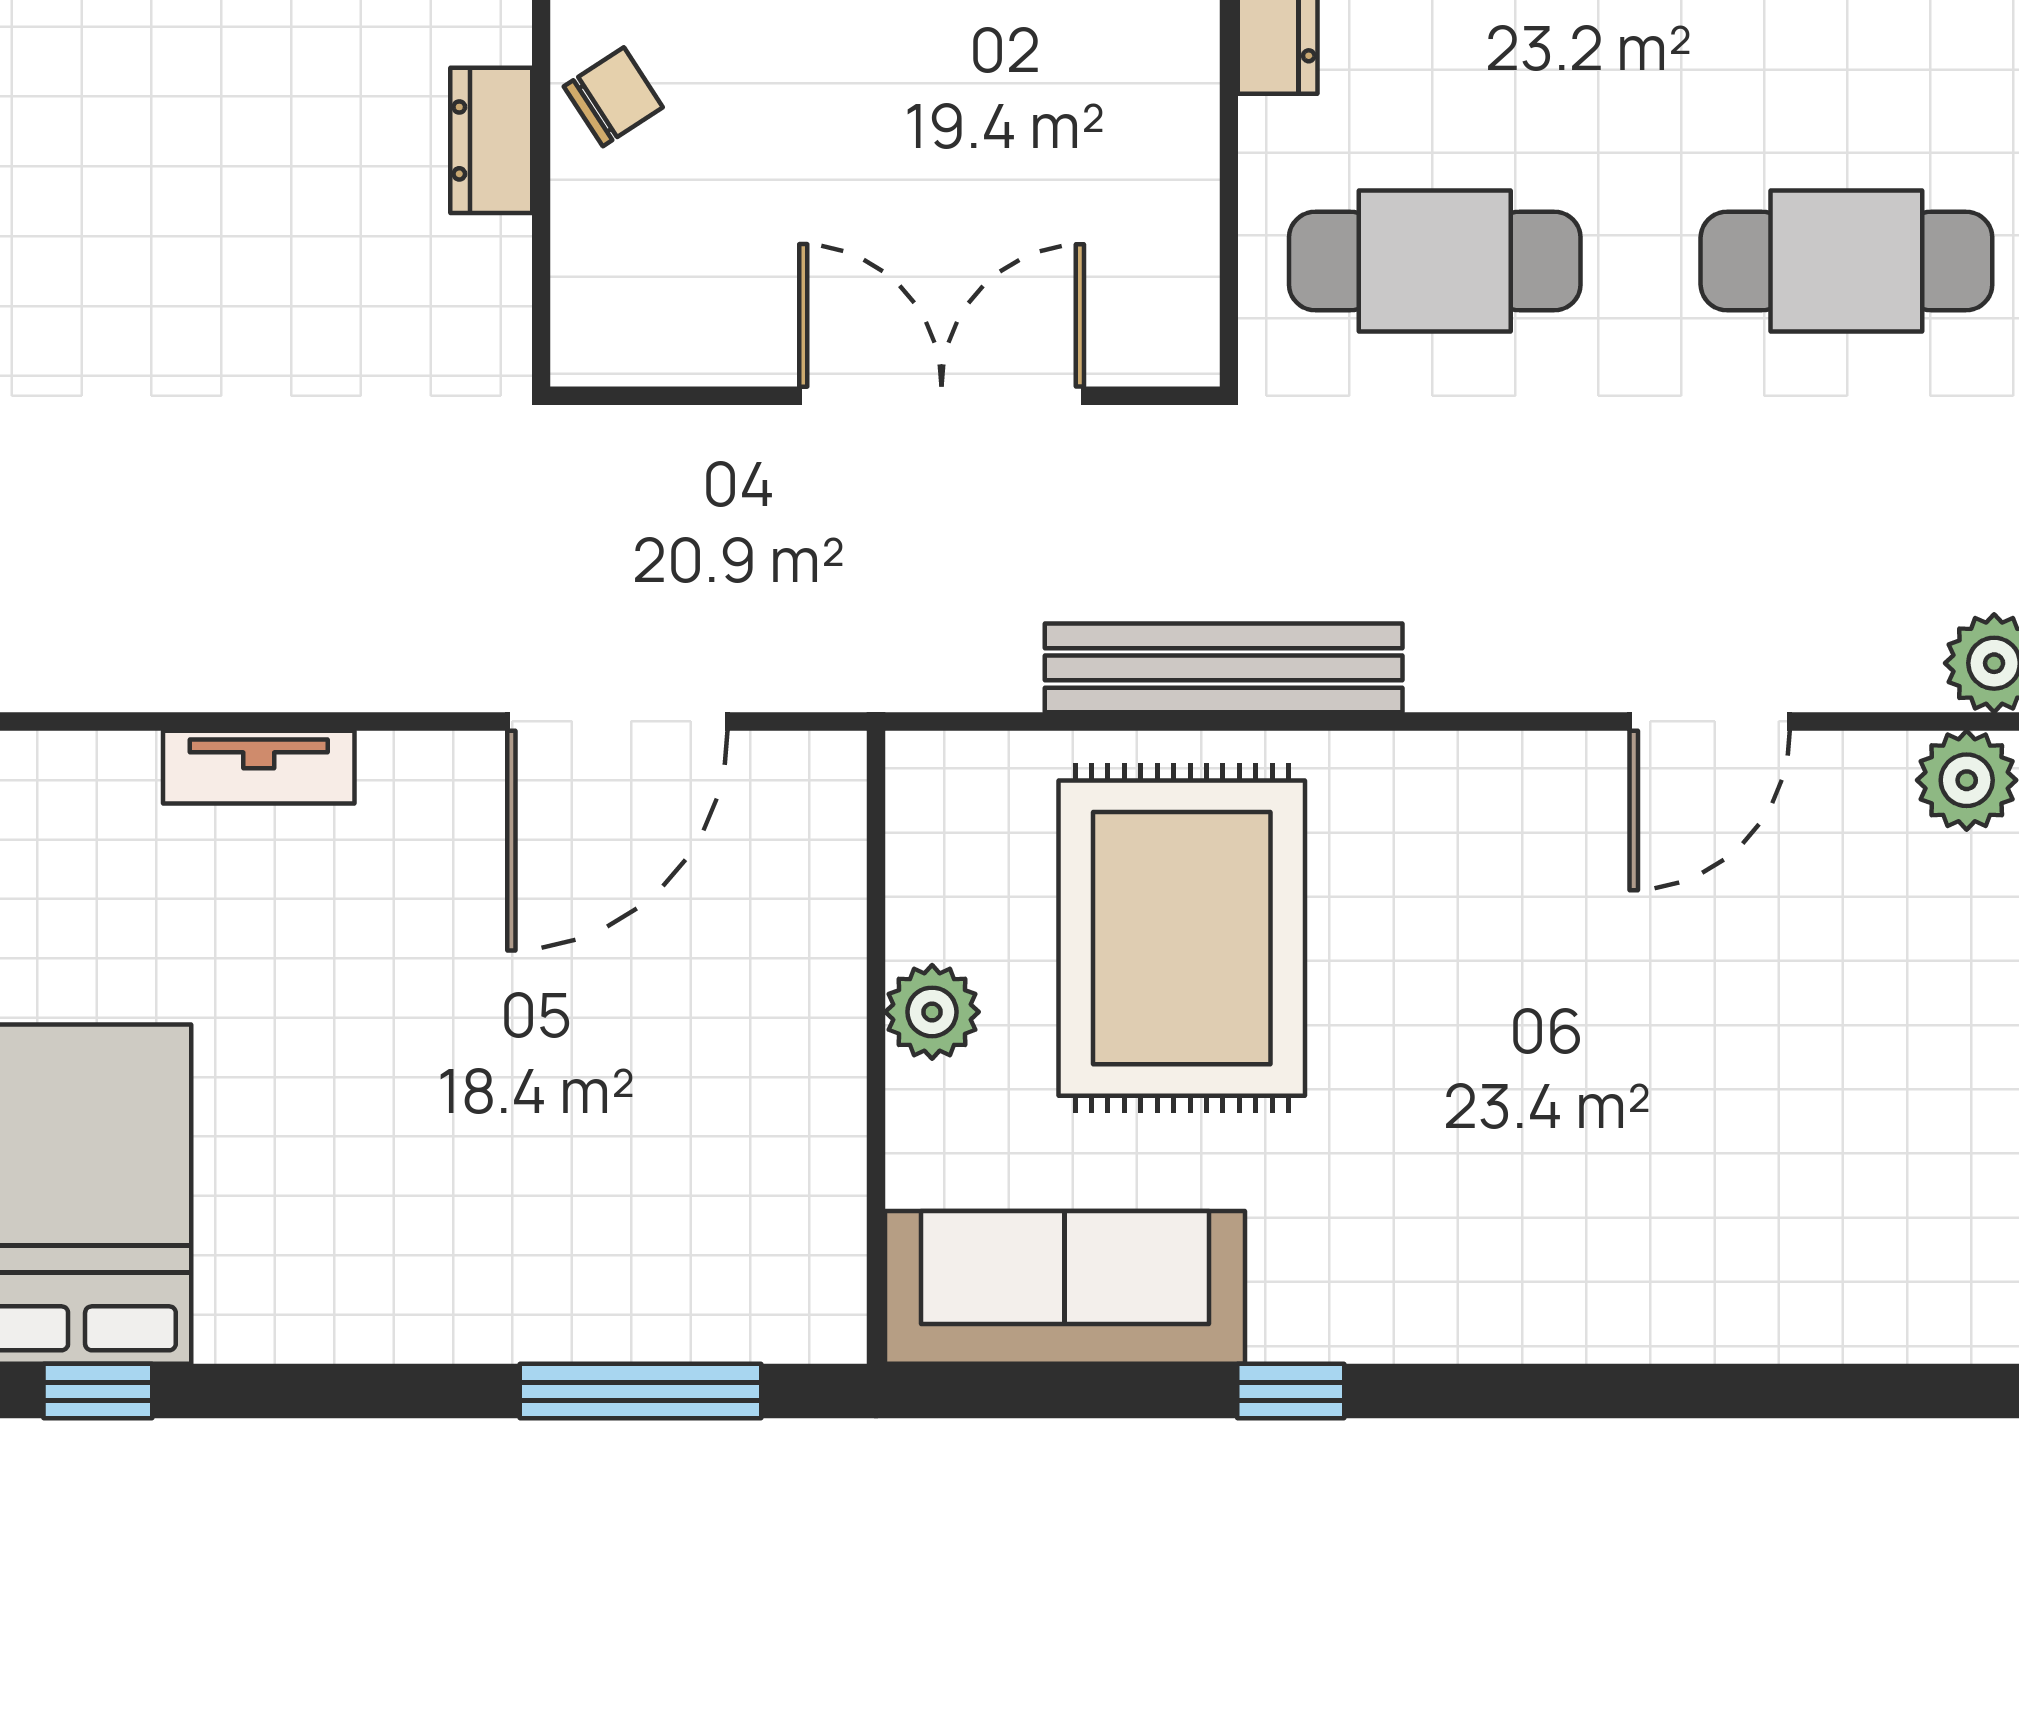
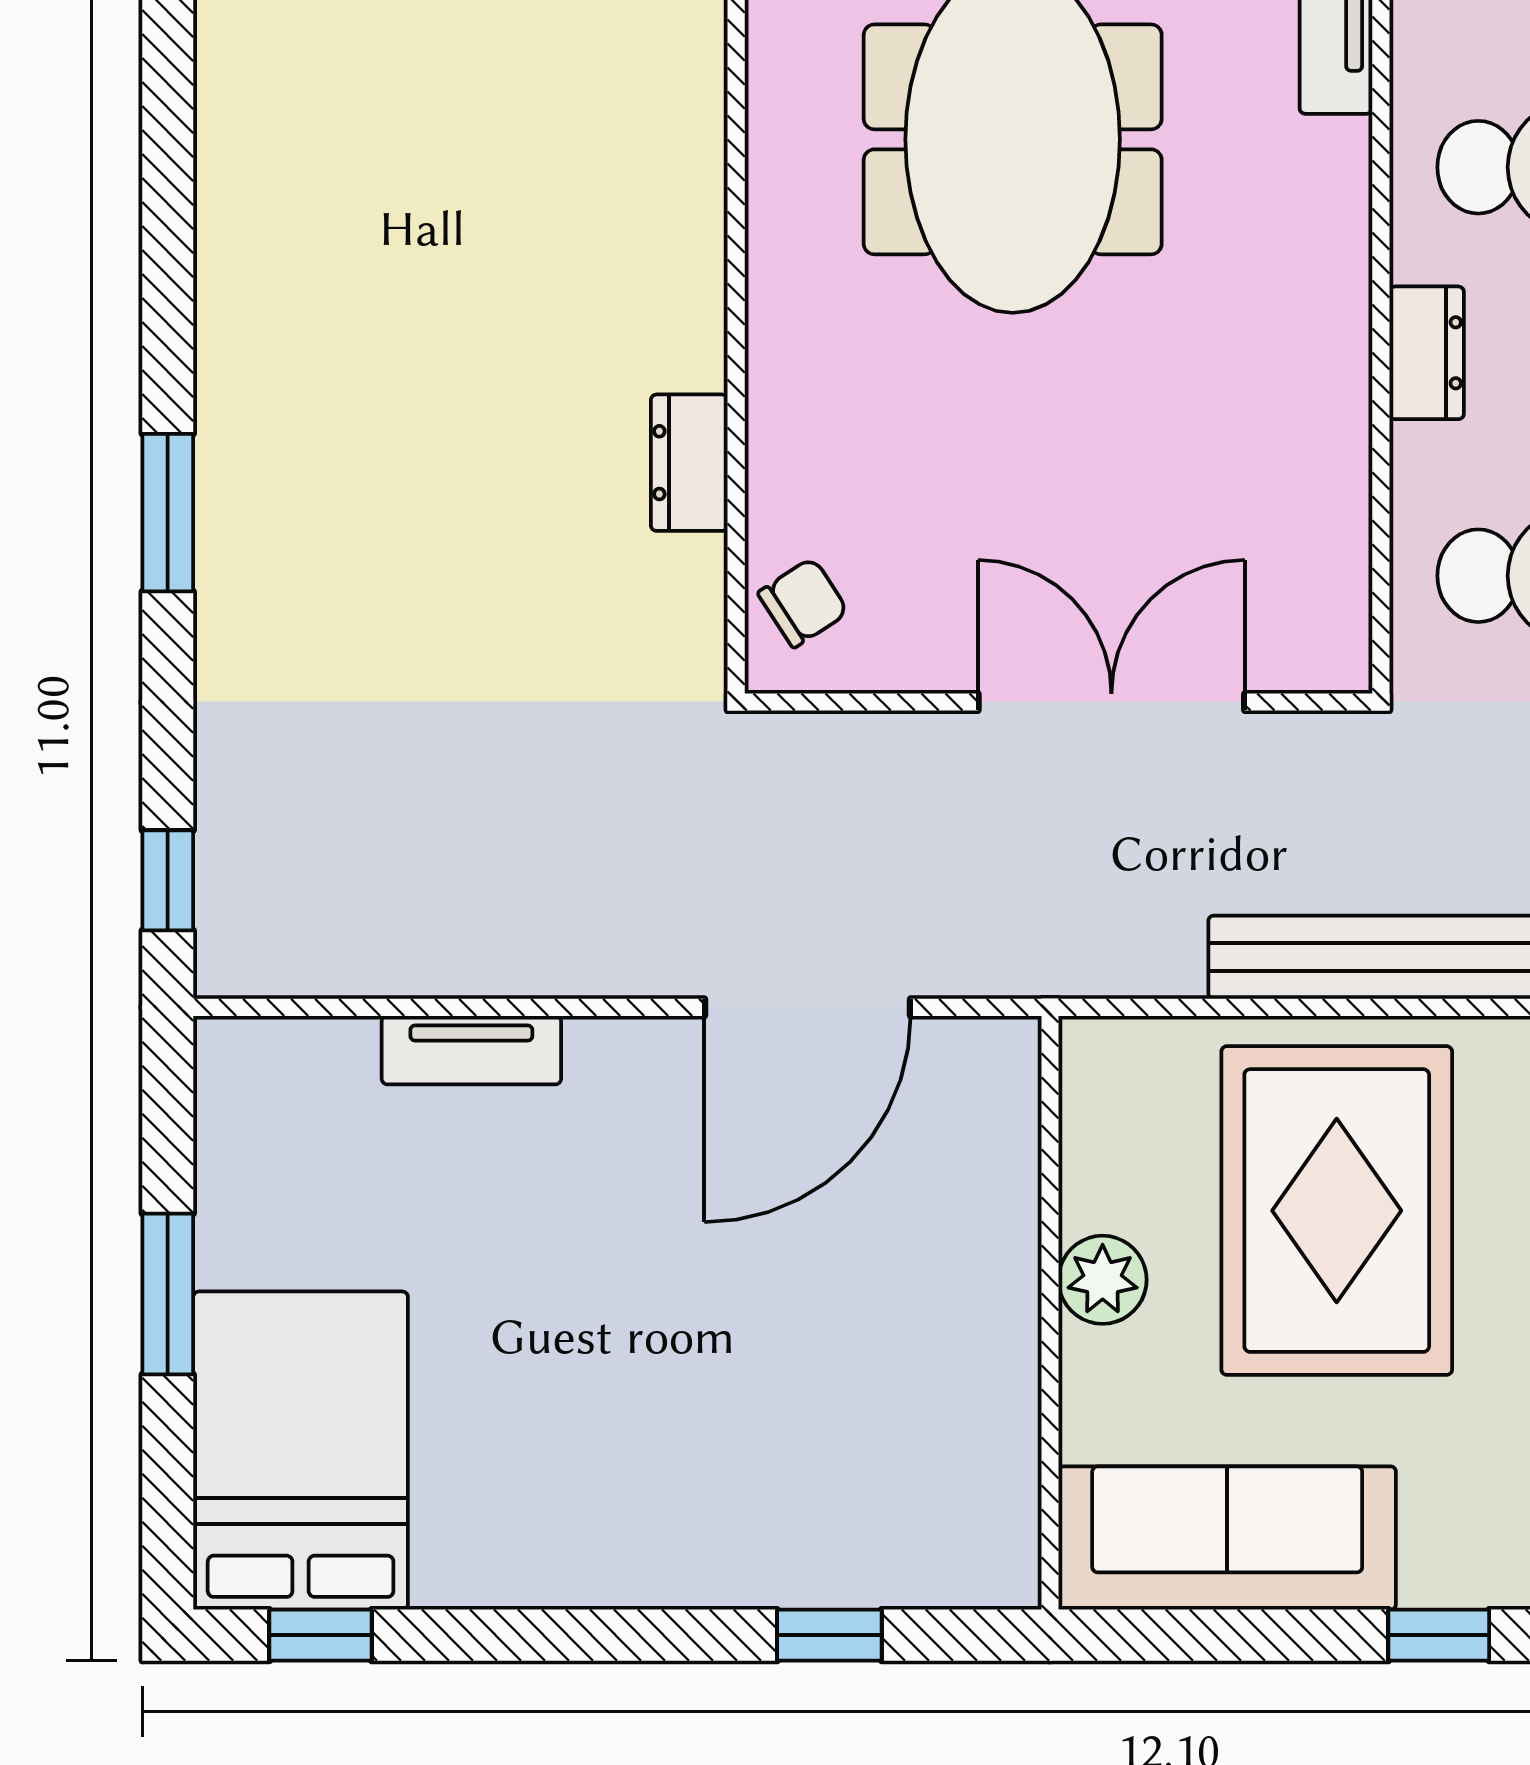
chair: (613, 97) -> (803, 603), moved
window: (641, 1391) -> (829, 1635), width x0.46

